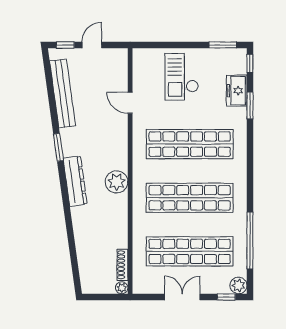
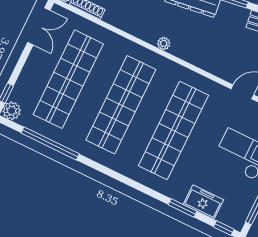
plant: (117, 182) -> (164, 43), width x0.53, depth x0.53
double door: (182, 297) -> (39, 26), moved

